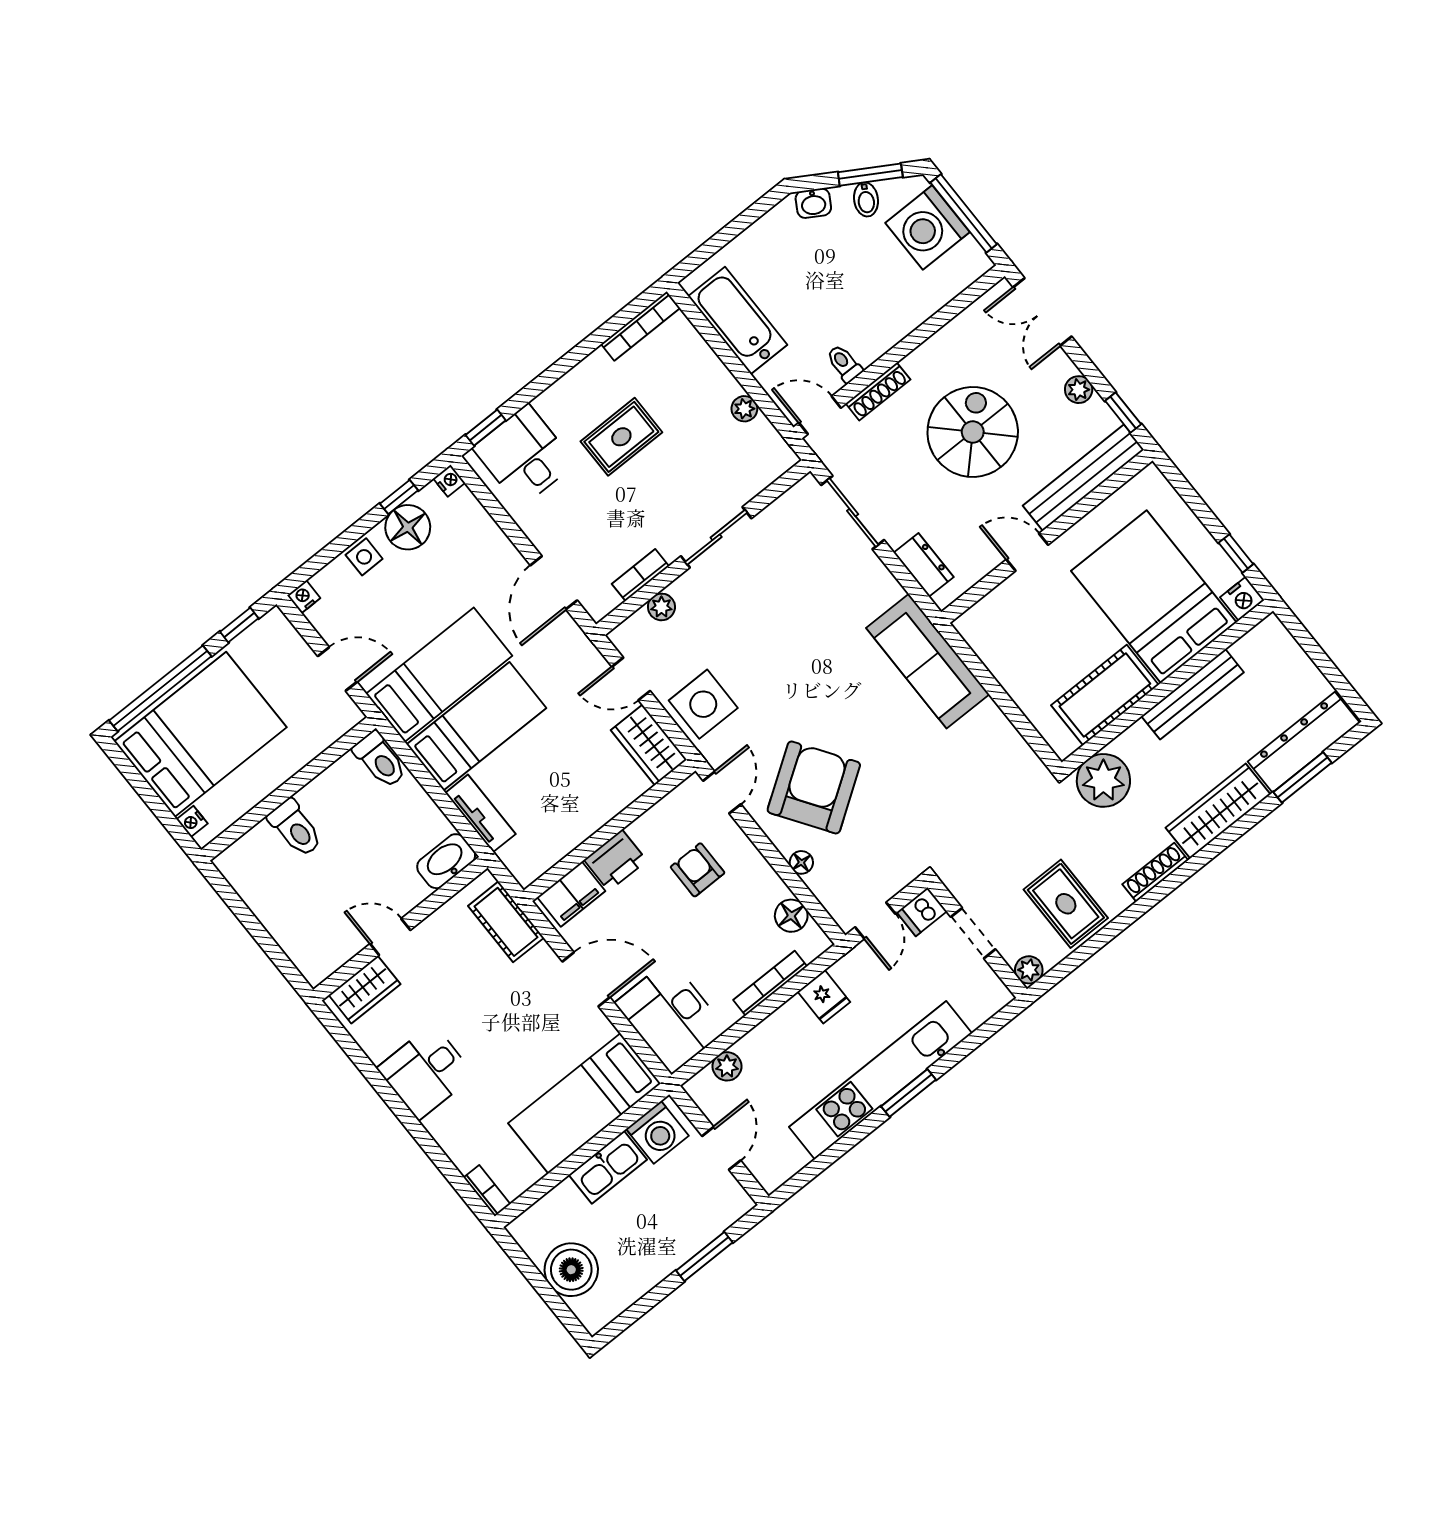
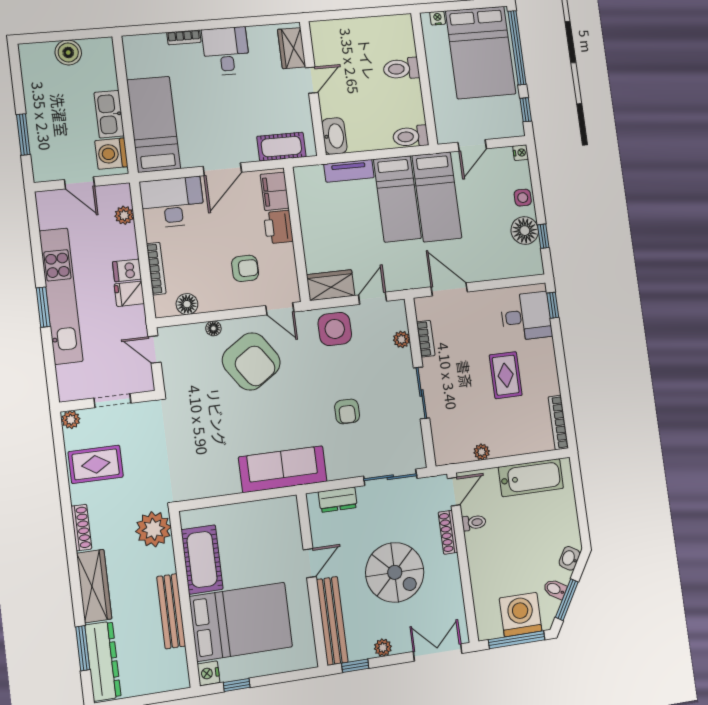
nightstand: (449, 481) -> (536, 268), removed
armchair: (802, 622) -> (347, 411), added
dishwasher: (922, 912) -> (127, 270), moved, turned -90
bookcase: (487, 1191) -> (184, 37), moved
boiler: (571, 1270) -> (68, 52), width x0.73, depth x0.73

